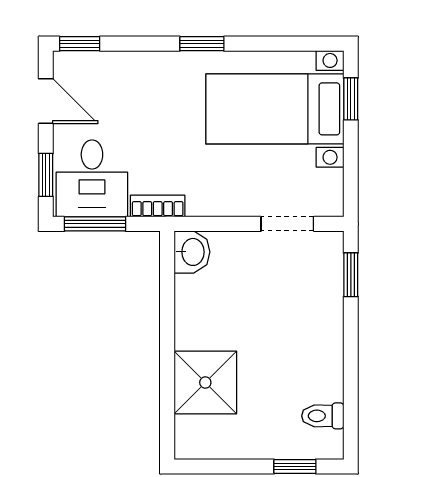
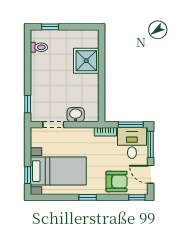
armchair: (130, 83) -> (117, 181), added
window: (46, 175) -> (151, 144), width x1.50
washbasin: (192, 252) -> (76, 115), moved, turned 90

